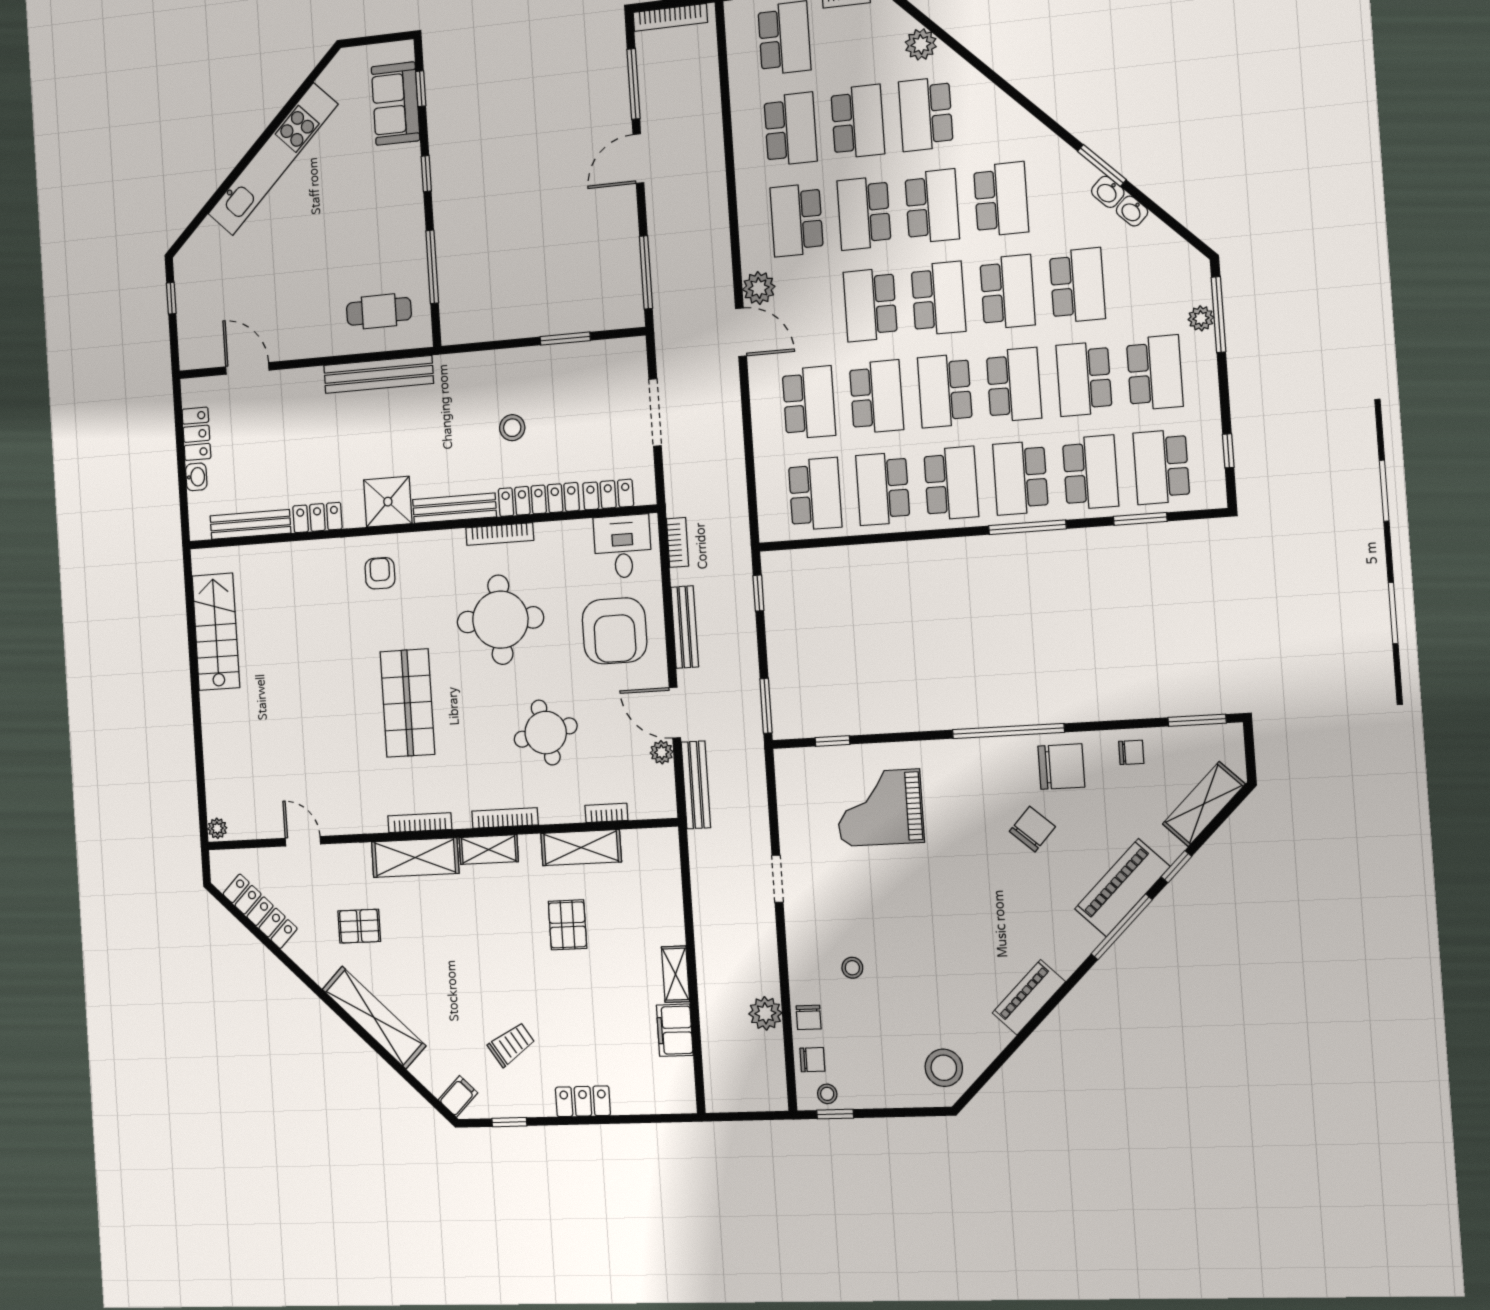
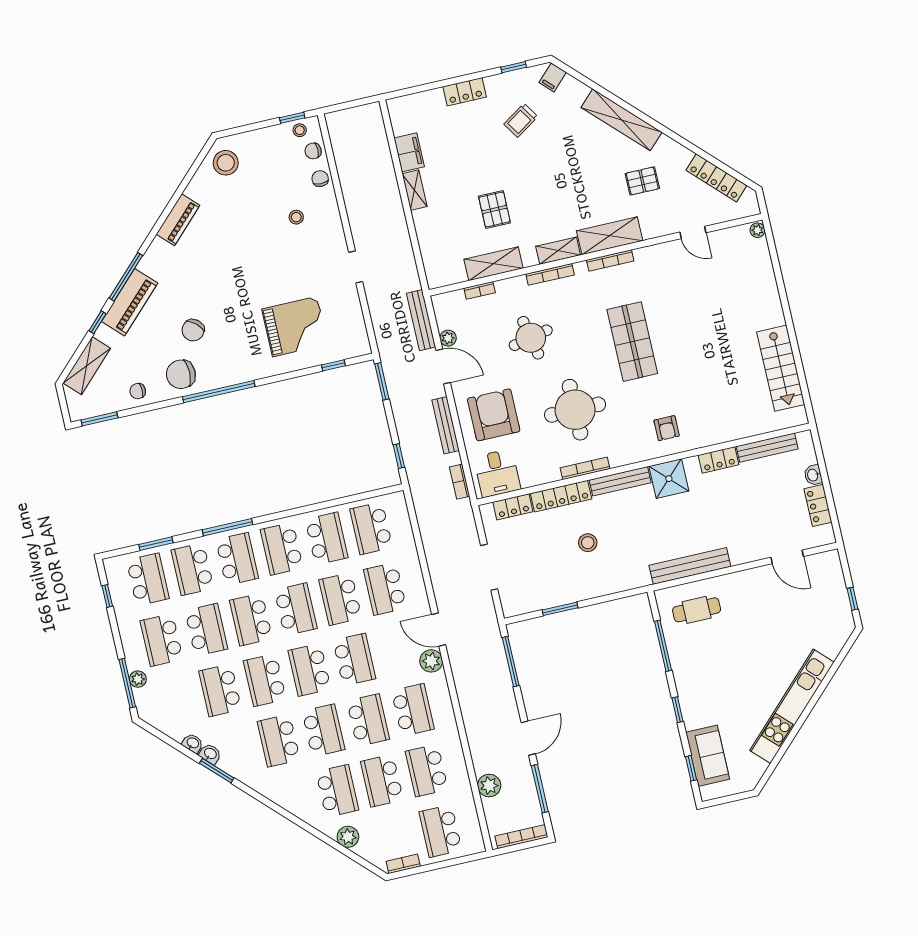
school desk: (932, 206) -> (323, 730), turned 180
plant: (765, 1013) -> (489, 786), moved

